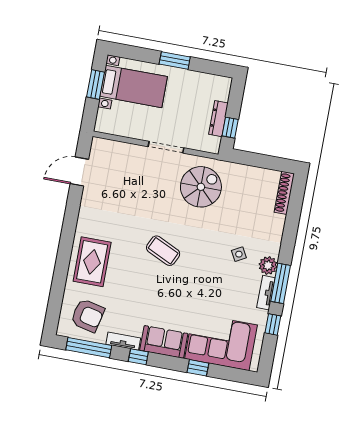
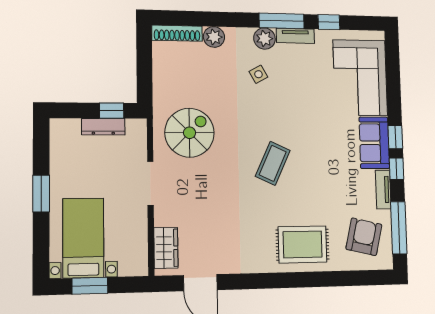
wardrobe: (112, 149) -> (166, 248), added
spiral stairs: (201, 187) -> (190, 133), turned 90
plant: (276, 223) -> (214, 37), added
window: (198, 368) -> (395, 137), moved

